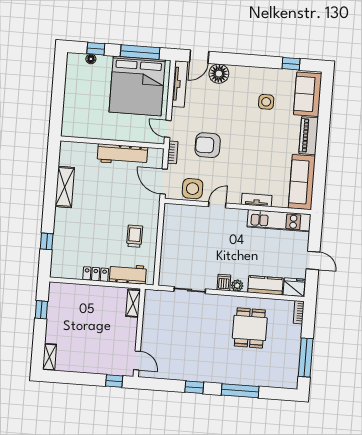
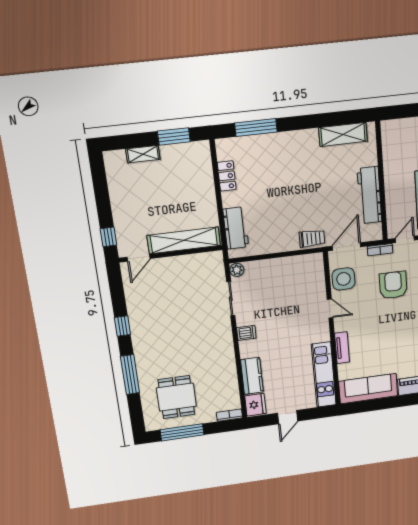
shelving: (65, 187) -> (343, 134), moved
trolley: (135, 236) -> (312, 238), moved
window: (47, 241) -> (256, 127), width x2.17
locker: (96, 274) -> (227, 176), moved
plant: (237, 286) -> (237, 270), moved
shelving: (133, 303) -> (184, 240), width x2.20, depth x1.33
window: (41, 310) -> (174, 136), width x1.50
dining table: (250, 328) -> (176, 397), moved, turned 90
shelving: (50, 357) -> (143, 154), moved

